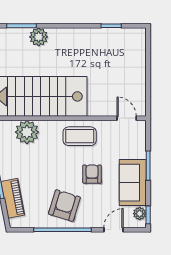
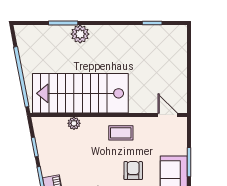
plant: (27, 132) -> (74, 123), width x0.53, depth x0.53
coffee table: (80, 136) -> (121, 133), width x0.73, depth x0.77

